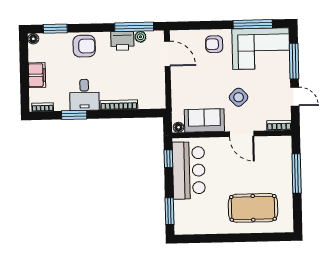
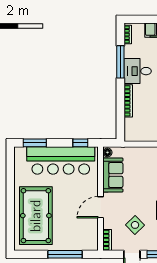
side table: (239, 97) -> (135, 225), moved
window: (74, 115) -> (120, 62), width x1.44
bar counter: (189, 170) -> (61, 160), width x1.36
pool table: (253, 208) -> (36, 216), width x1.36, depth x1.32

